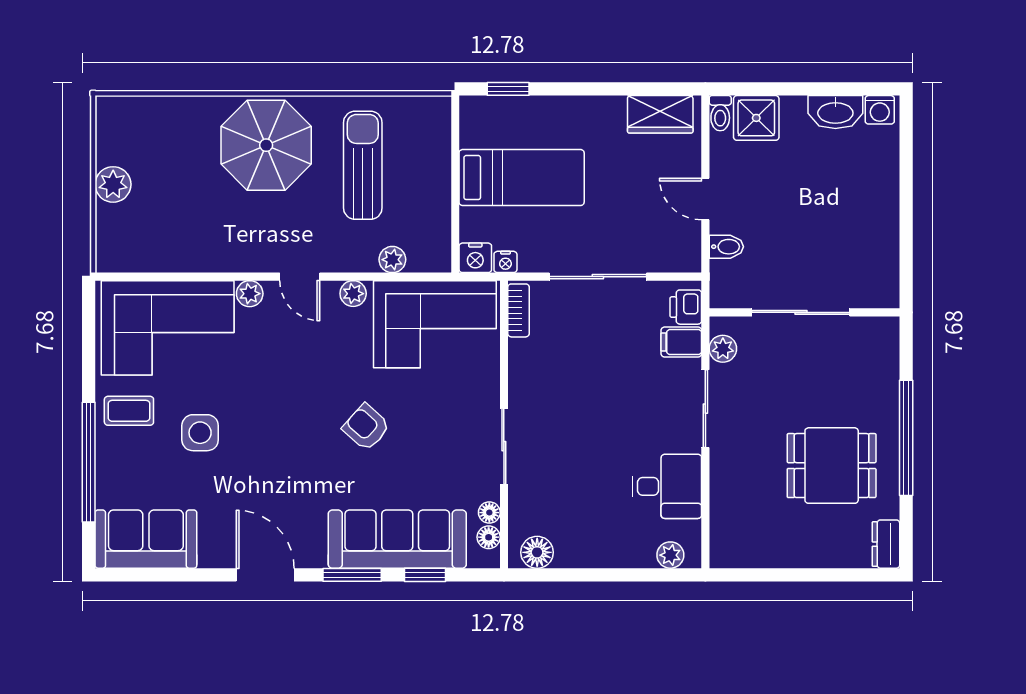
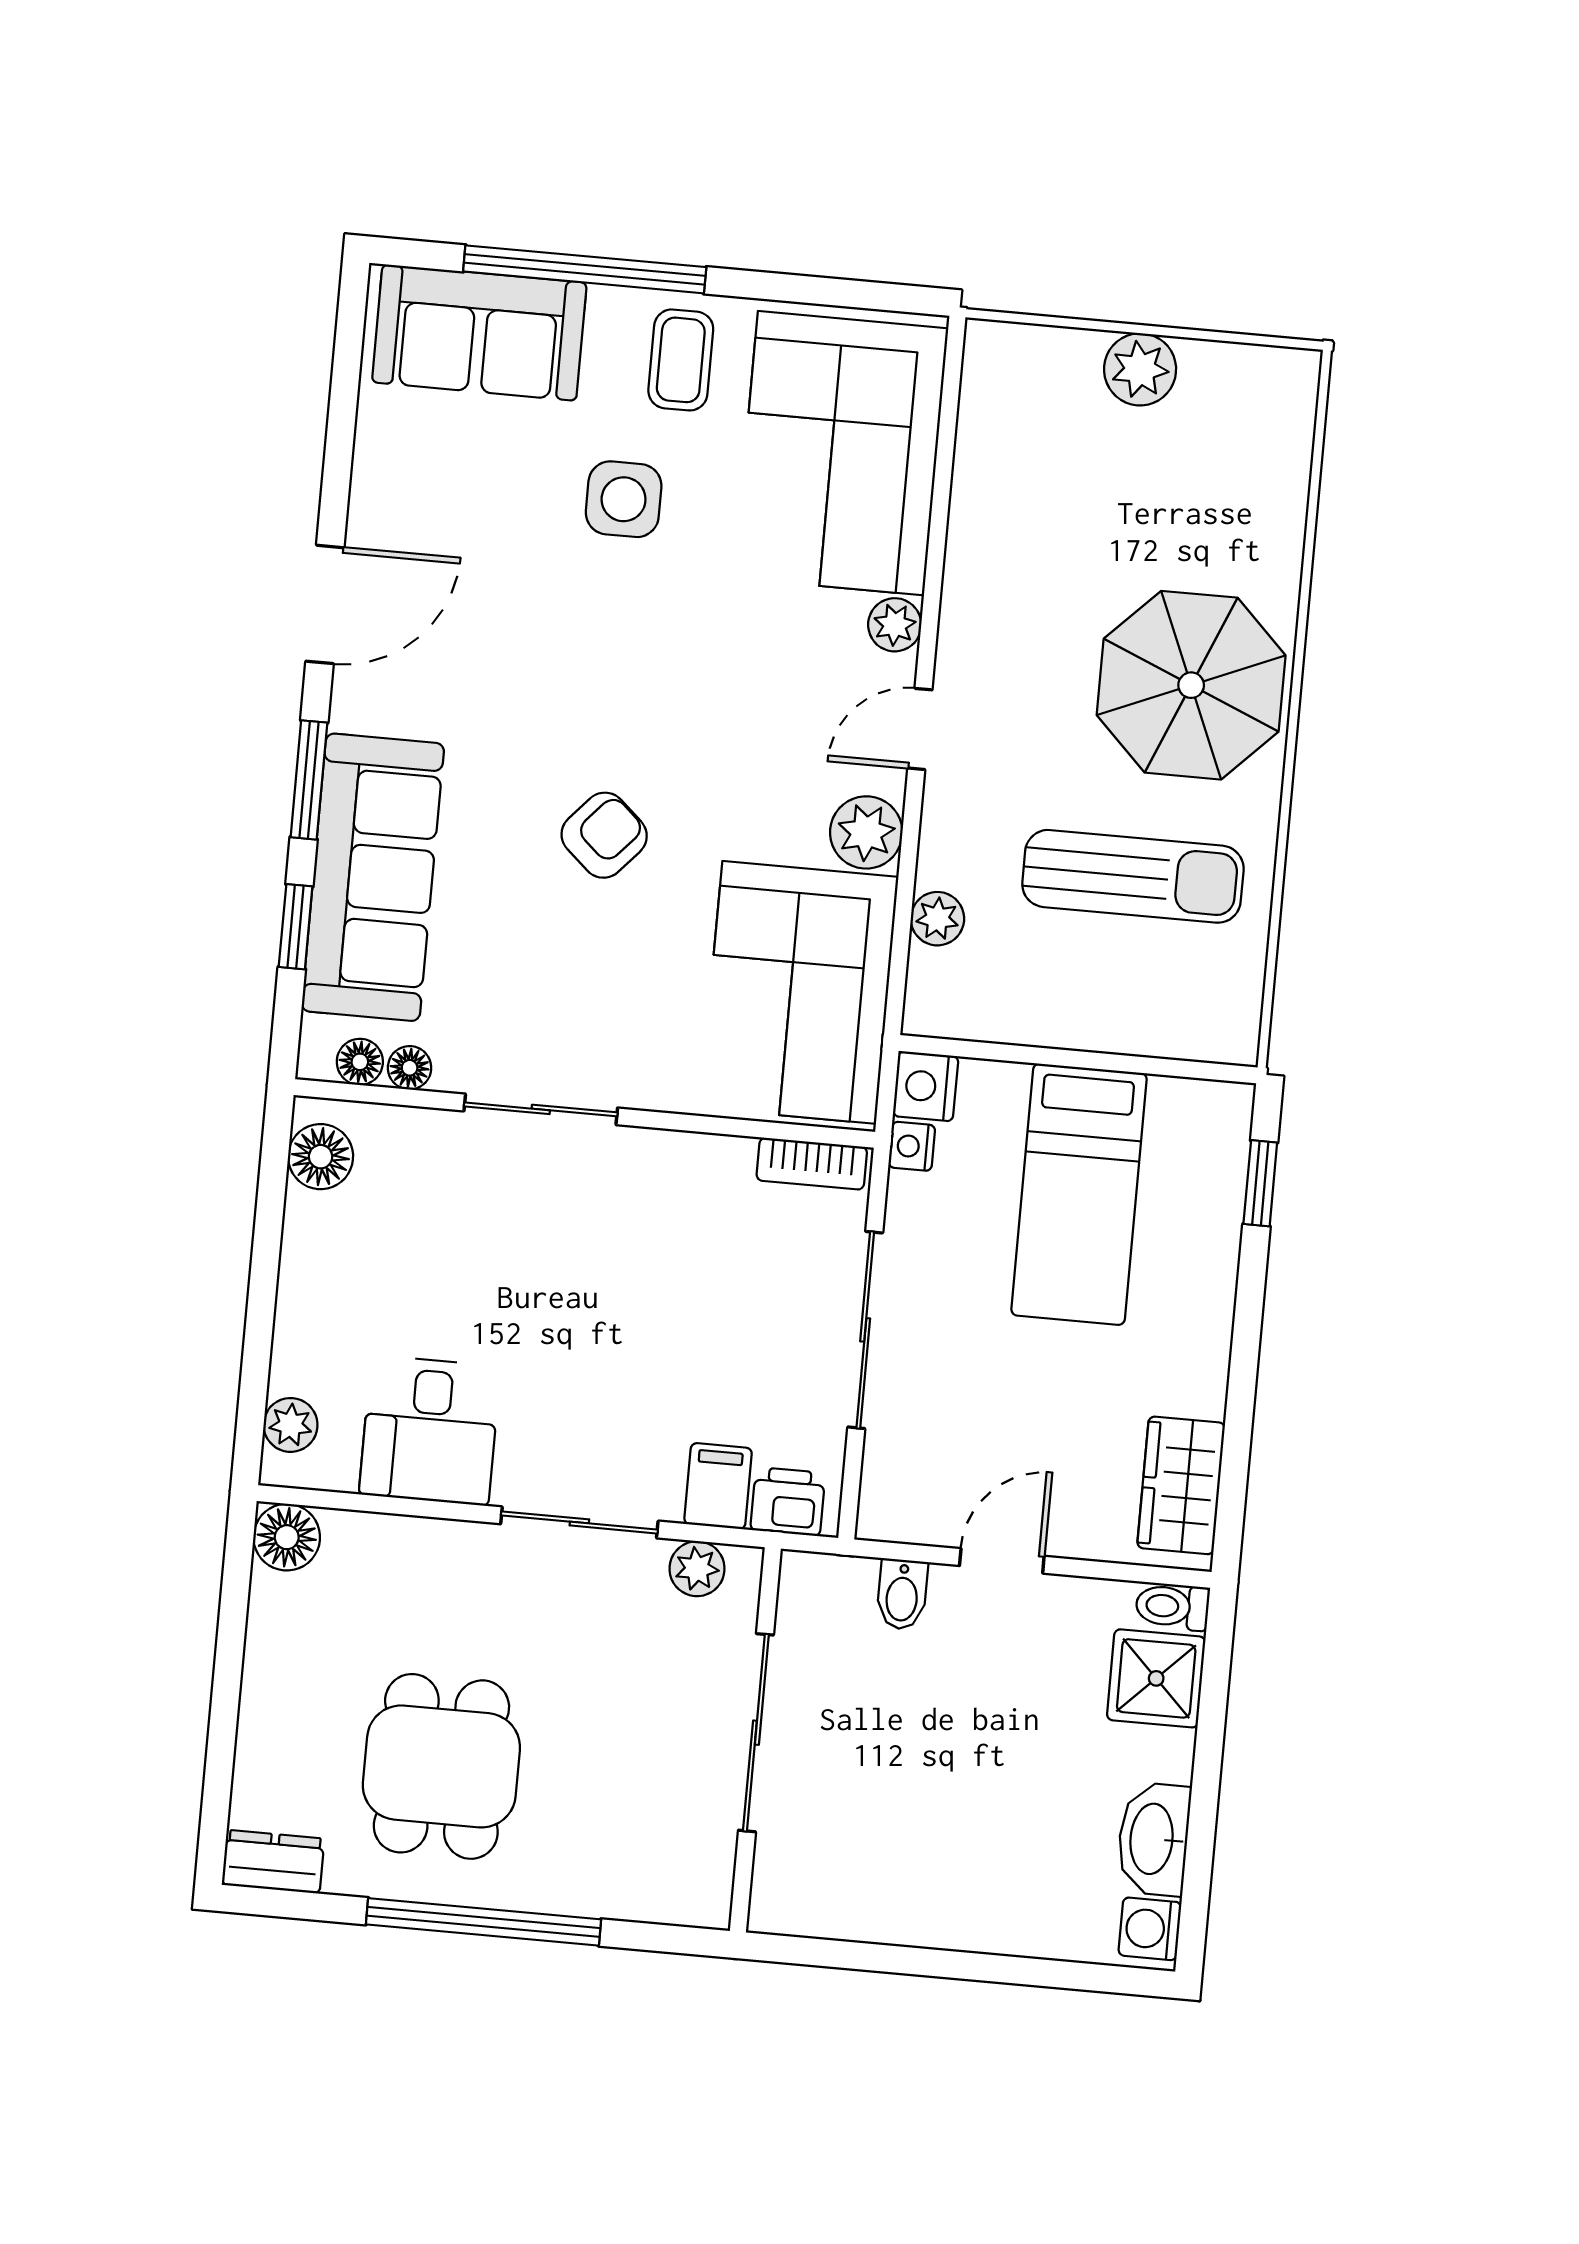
plant: (353, 294) -> (866, 832), width x1.38, depth x1.38
sofa: (146, 539) -> (479, 333), moved, turned 90
floor lamp: (726, 552) -> (287, 1537), added

